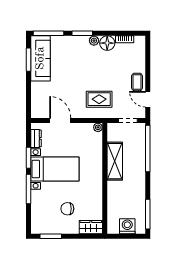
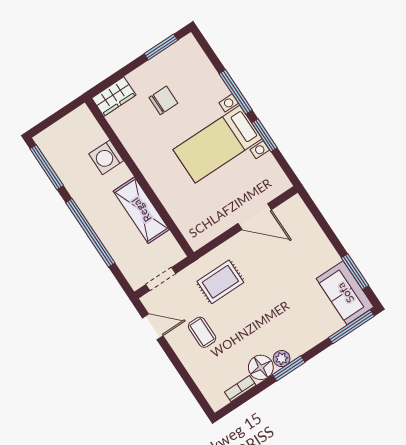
window: (82, 33) -> (289, 368), moved
sofa: (40, 58) -> (345, 293), width x0.73
coffee table: (137, 82) -> (202, 332), moved
plant: (98, 127) -> (196, 242), removed
dresser: (36, 138) -> (272, 169), removed
window: (148, 148) -> (90, 233), moved
washing machine: (127, 226) -> (106, 157), moved, turned 90

